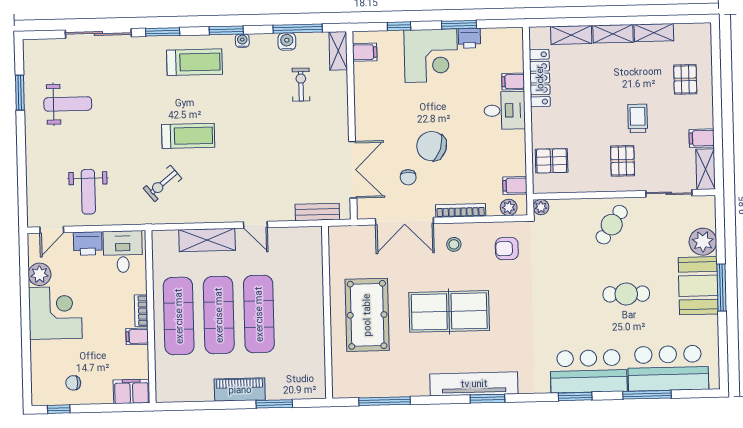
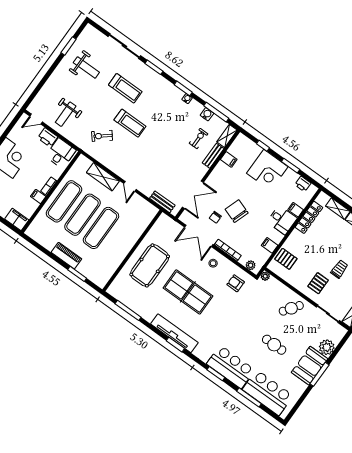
printer: (469, 38) -> (303, 184), moved
filing cabinet: (365, 52) -> (229, 159), moved
treadmill: (194, 62) -> (125, 88), moved
bench: (340, 93) -> (213, 156), added
filing cabinet: (515, 186) -> (270, 245), moved
plant: (40, 274) -> (15, 135), removed

